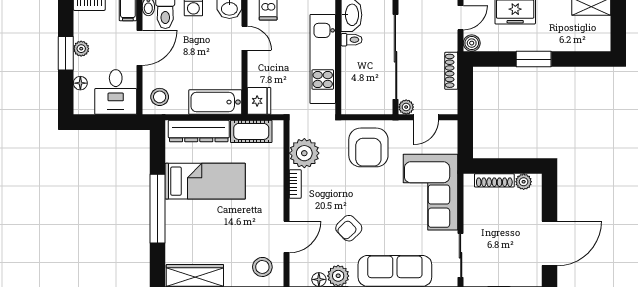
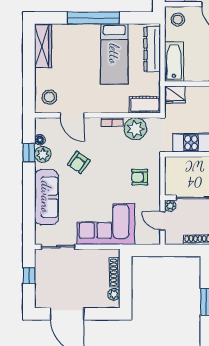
cot: (251, 131) -> (145, 105), moved, turned 90
armchair: (368, 147) -> (140, 177), width x0.53, depth x0.53
armchair: (349, 228) -> (79, 162), turned -101

